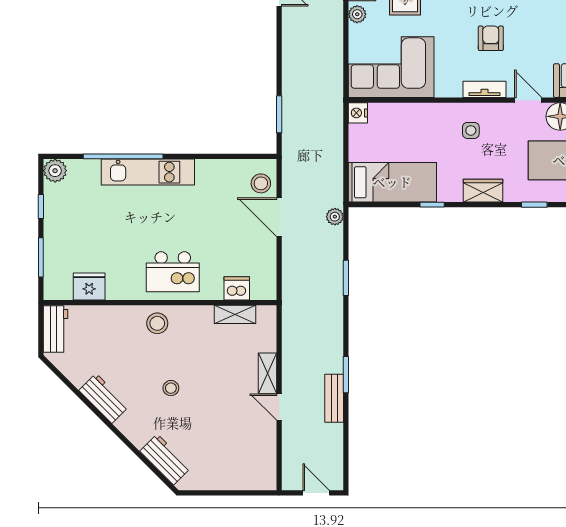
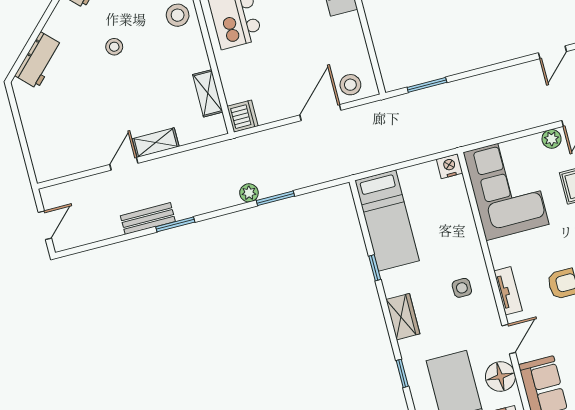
plant: (335, 217) -> (249, 193), moved
dishwasher: (237, 288) -> (243, 116), moved

